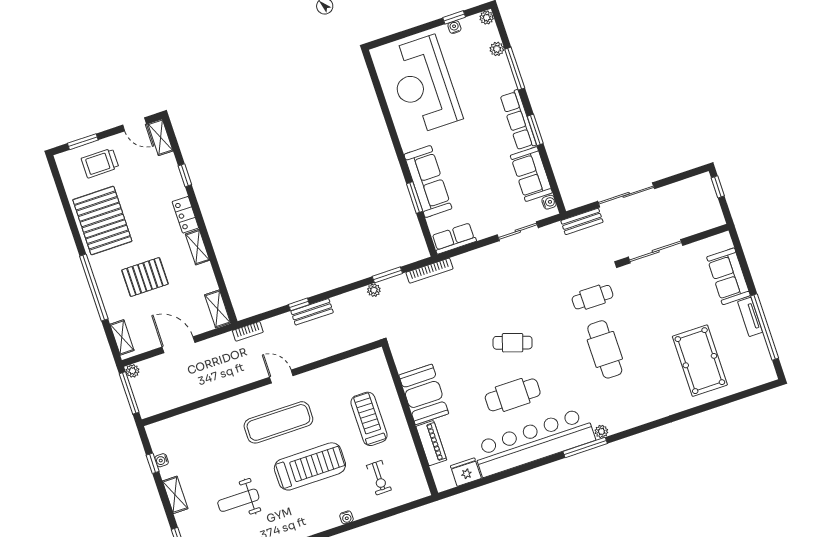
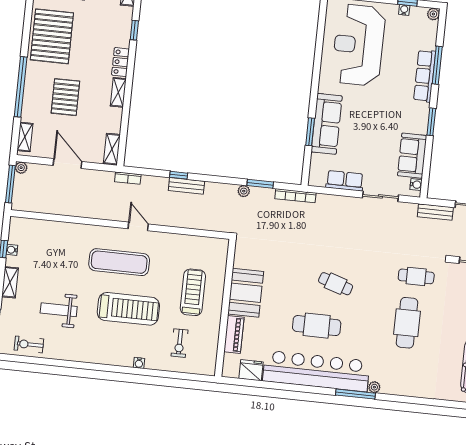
plant: (497, 49) -> (430, 43), removed
row of seats: (518, 120) -> (425, 76), moved
row of seats: (454, 238) -> (345, 181), moved
pallet: (145, 277) -> (65, 97), turned 90

